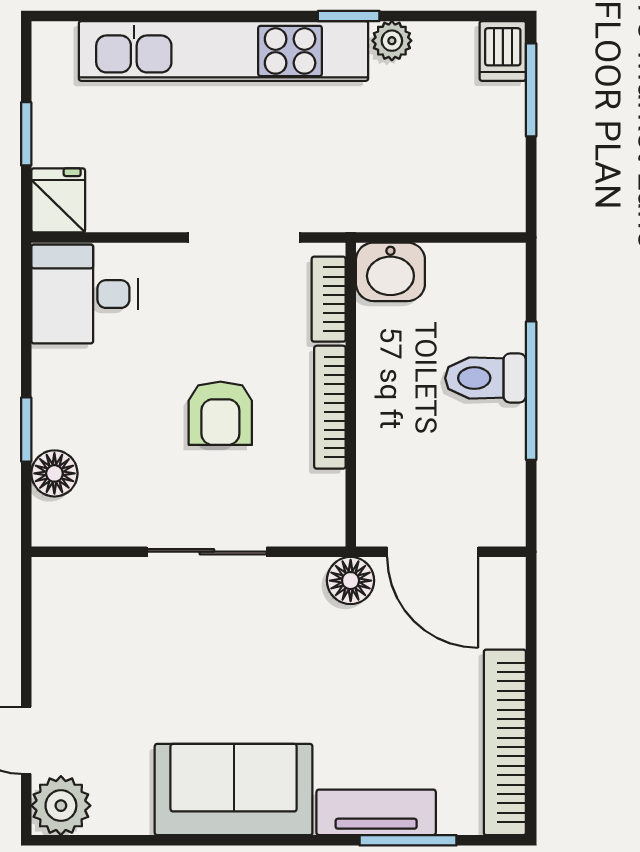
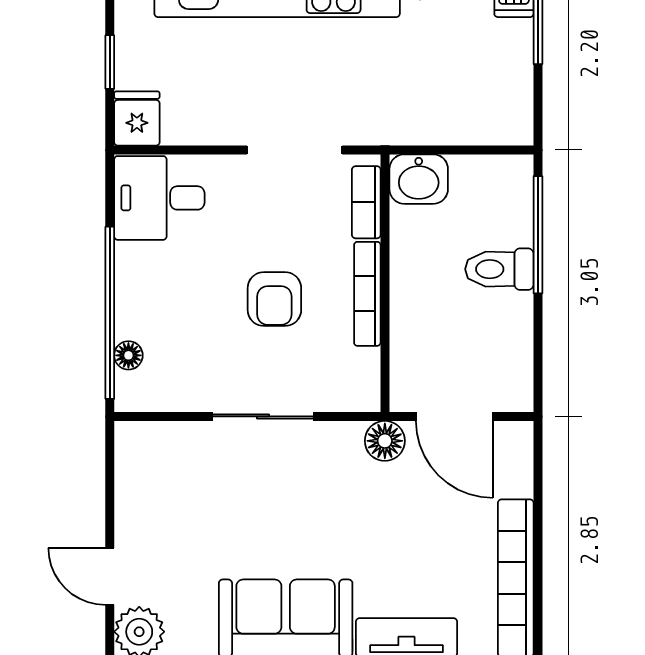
window: (531, 391) -> (538, 235), moved
window: (26, 429) -> (110, 313), width x3.17
floor lamp: (54, 473) -> (128, 355), width x0.73, depth x0.73

